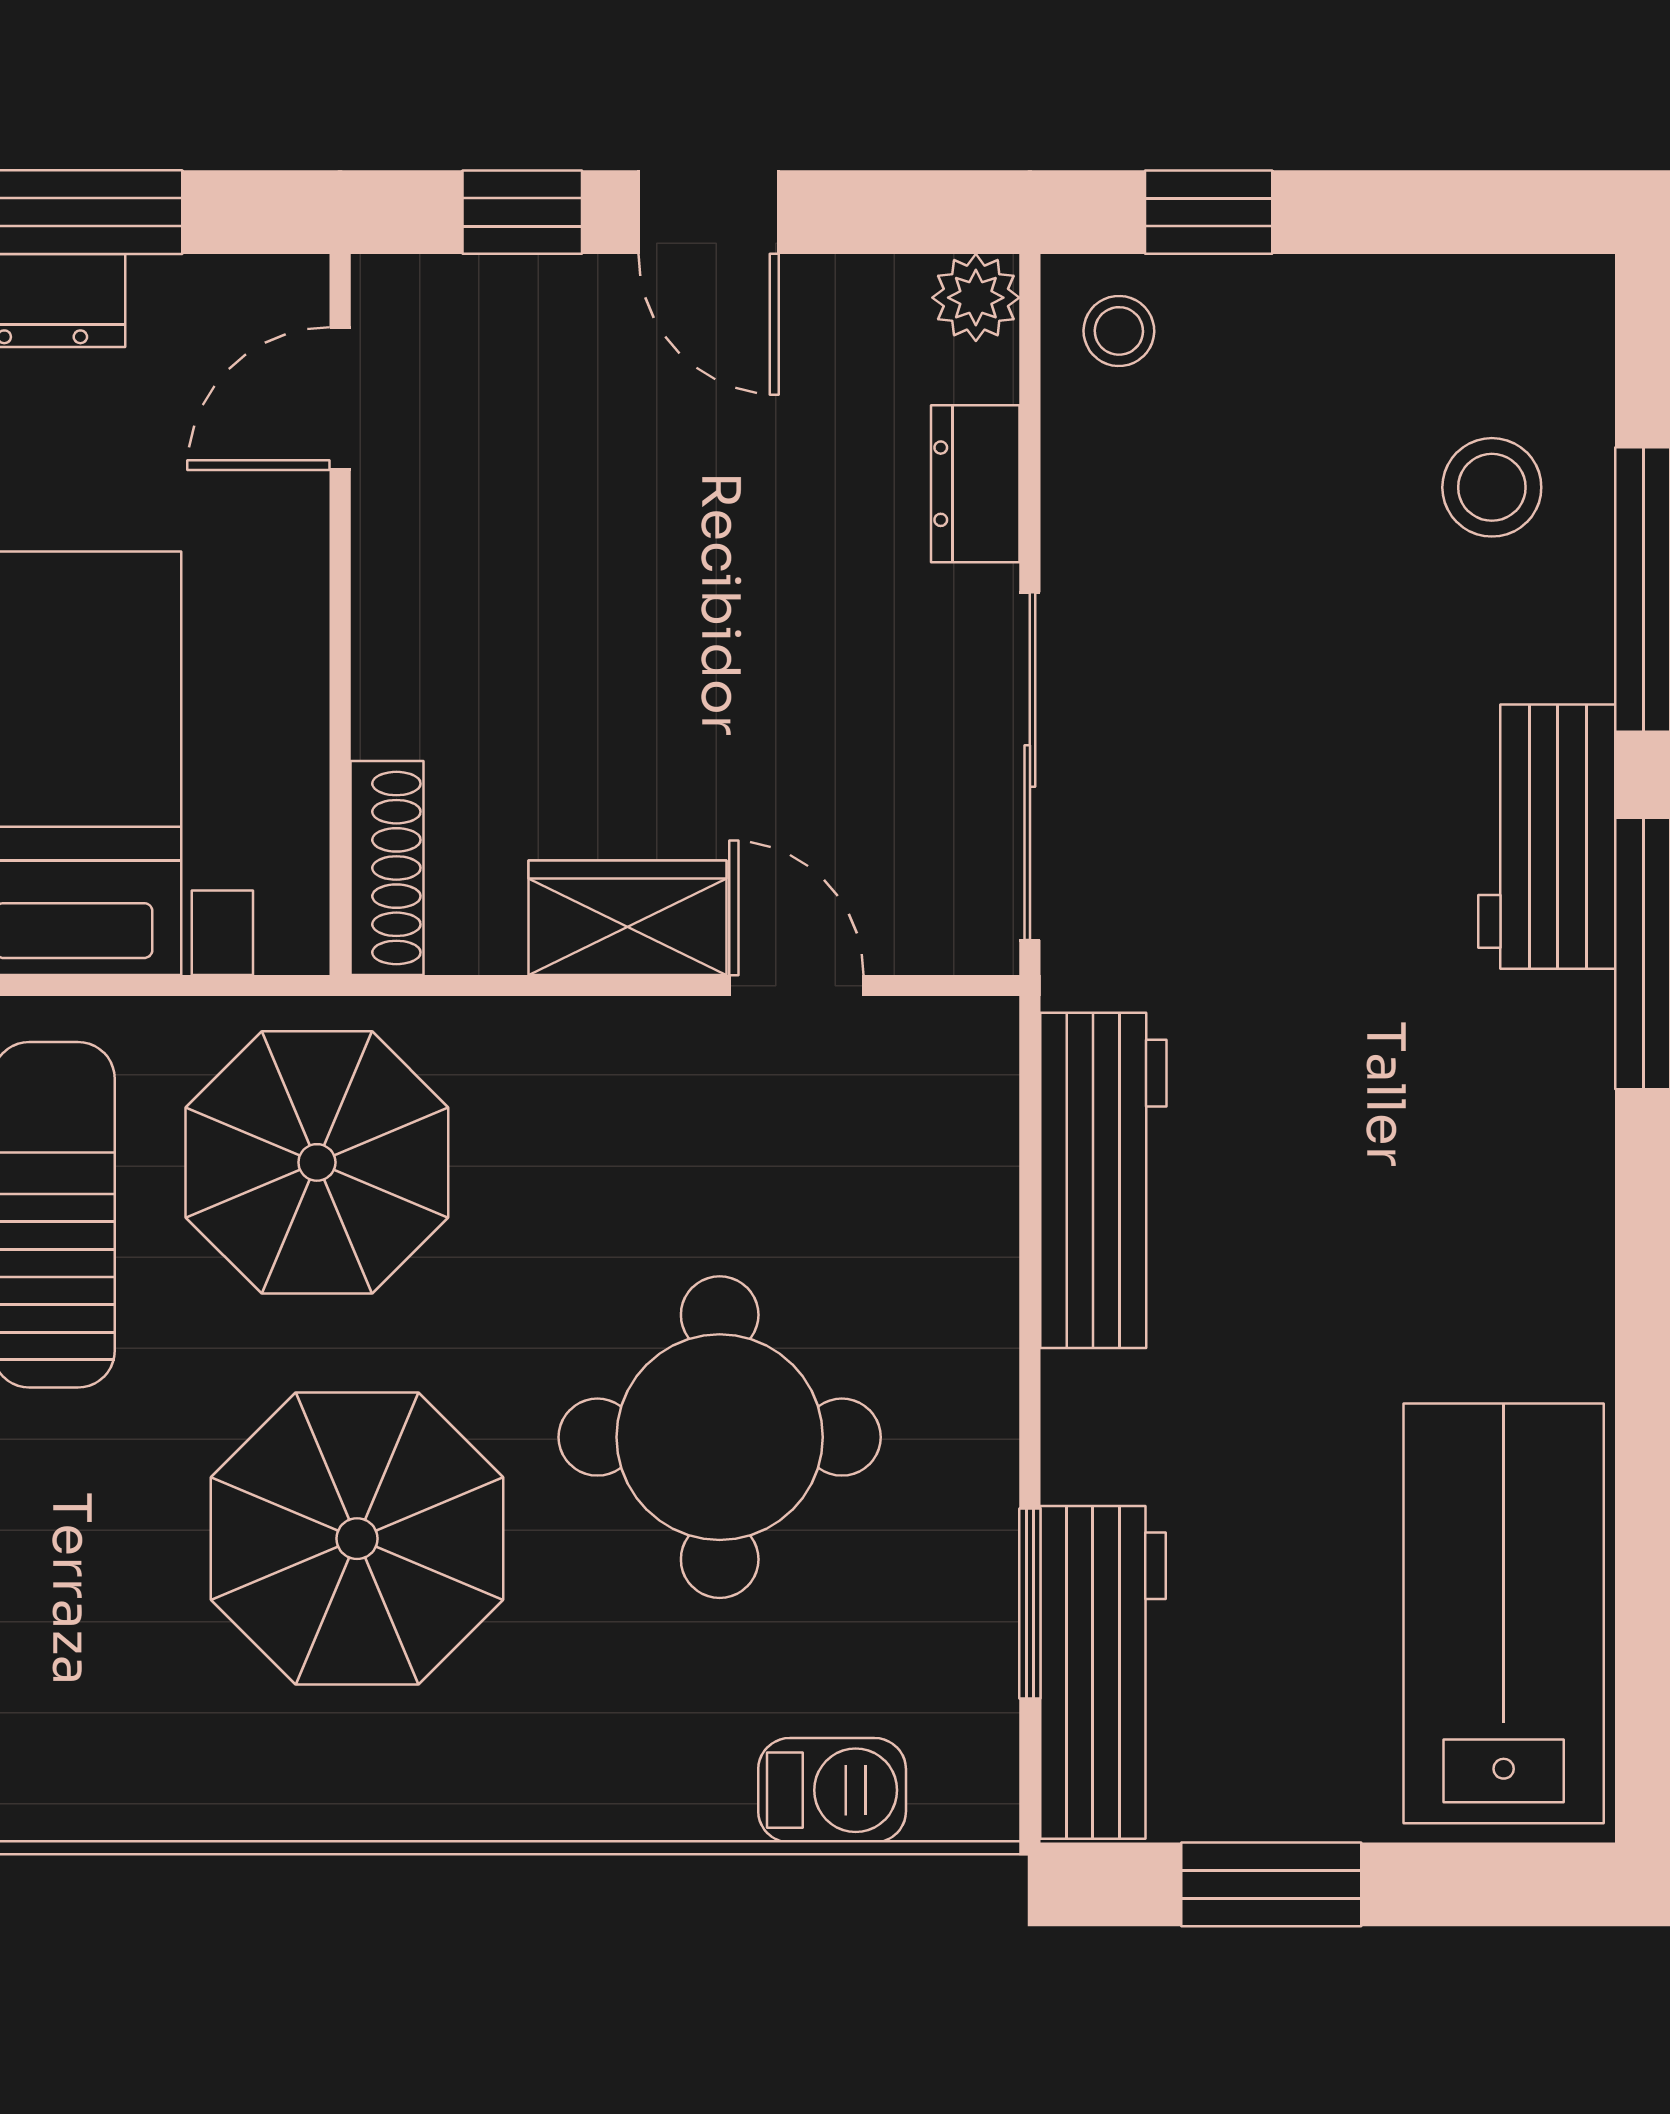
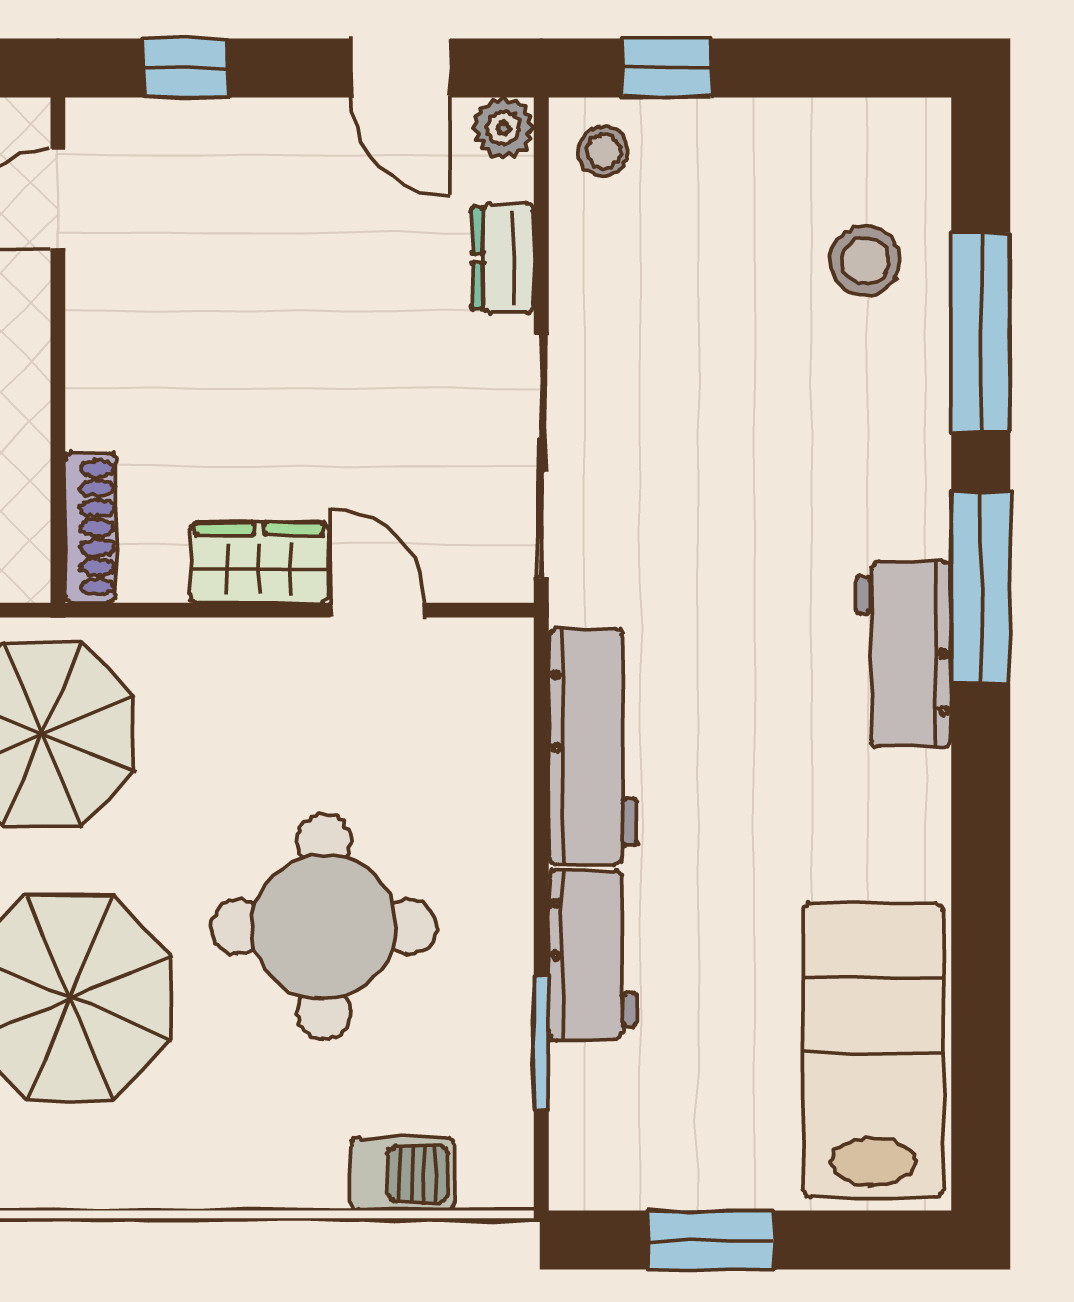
door: (709, 212) -> (401, 68), moved
workbench: (1547, 837) -> (904, 655), moved
workbench: (1103, 1672) -> (592, 955), moved, width x0.73

